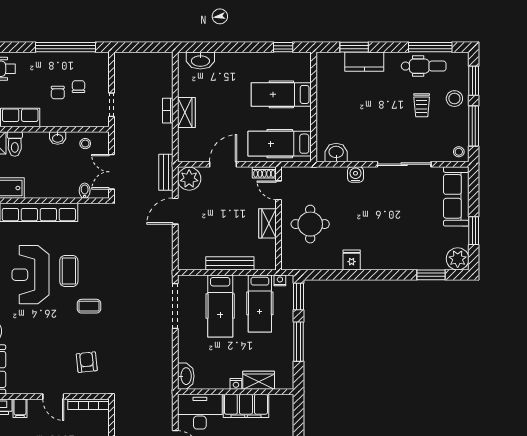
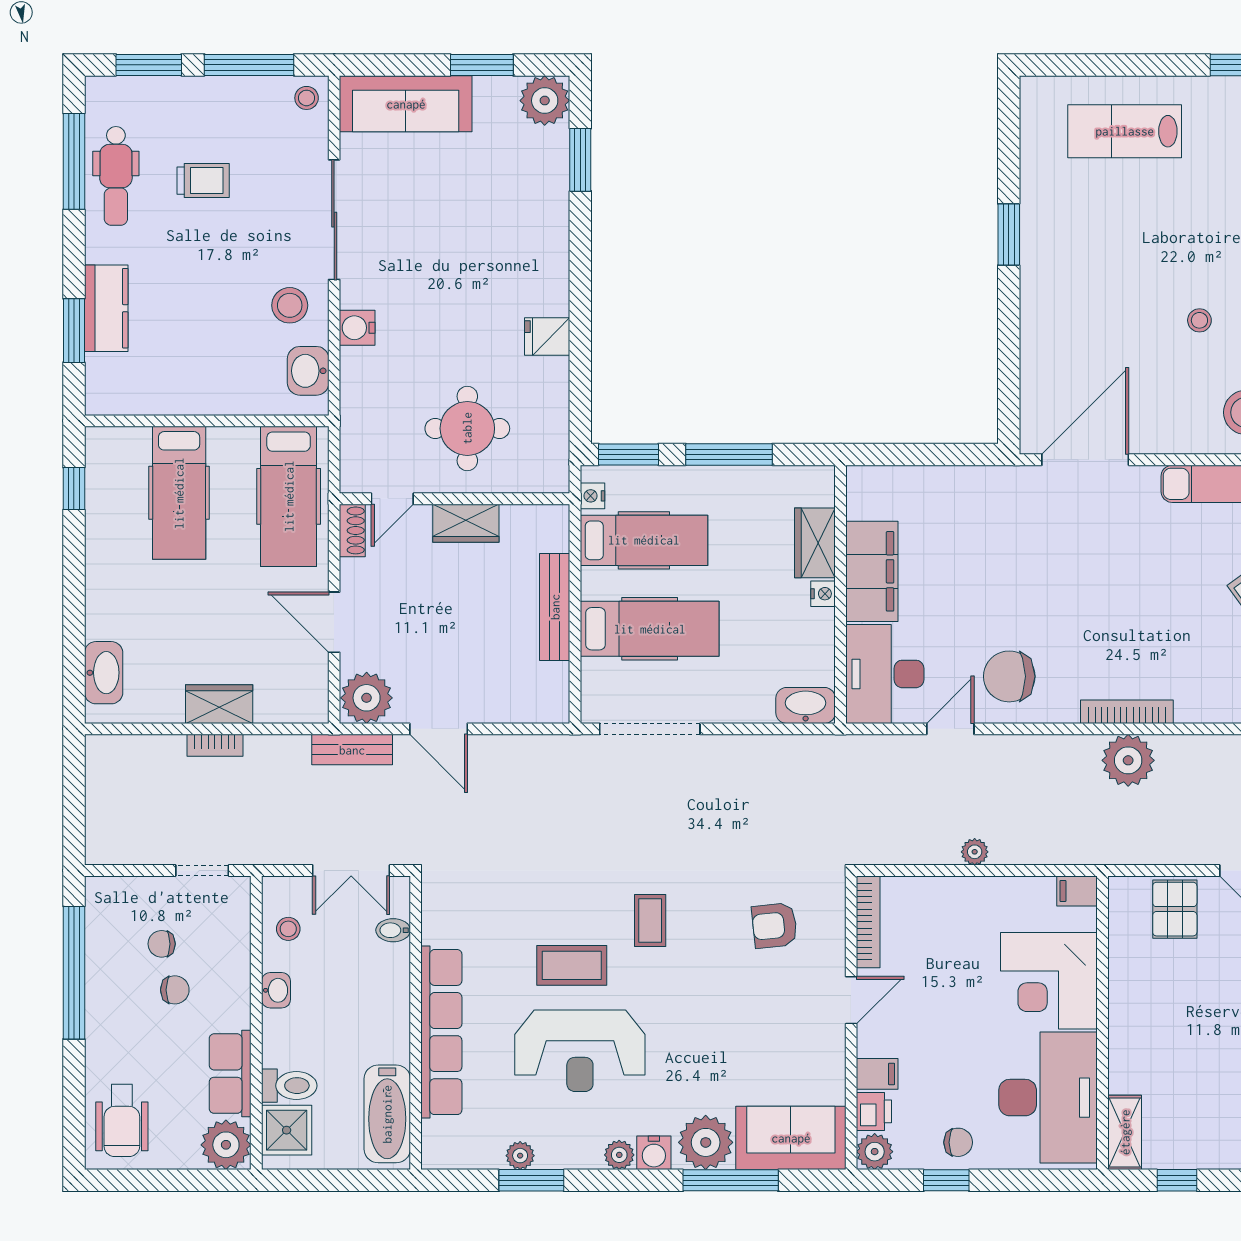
dental chair: (424, 66) -> (116, 176), turned 180
stool: (454, 99) -> (290, 305), moved

